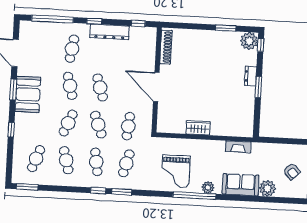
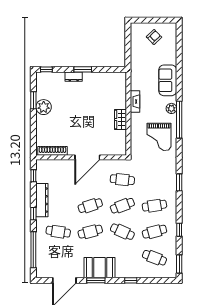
plant: (249, 41) -> (44, 107), moved
fireplace: (238, 147) -> (135, 102), moved
cafe table: (126, 163) -> (154, 180), removed
grand piano: (176, 171) -> (159, 137), turned 90
plant: (267, 188) -> (170, 57), removed
window: (98, 191) -> (179, 230), moved

